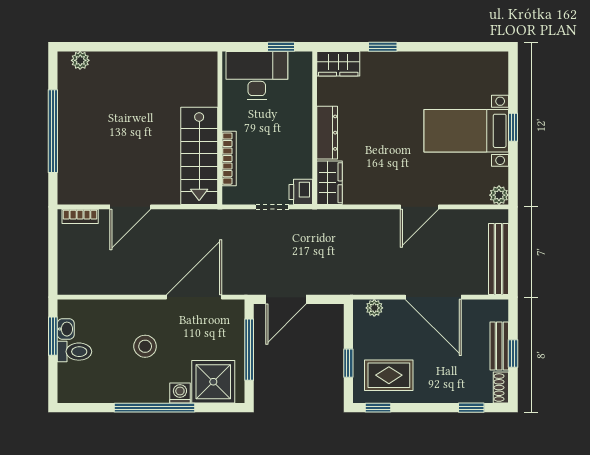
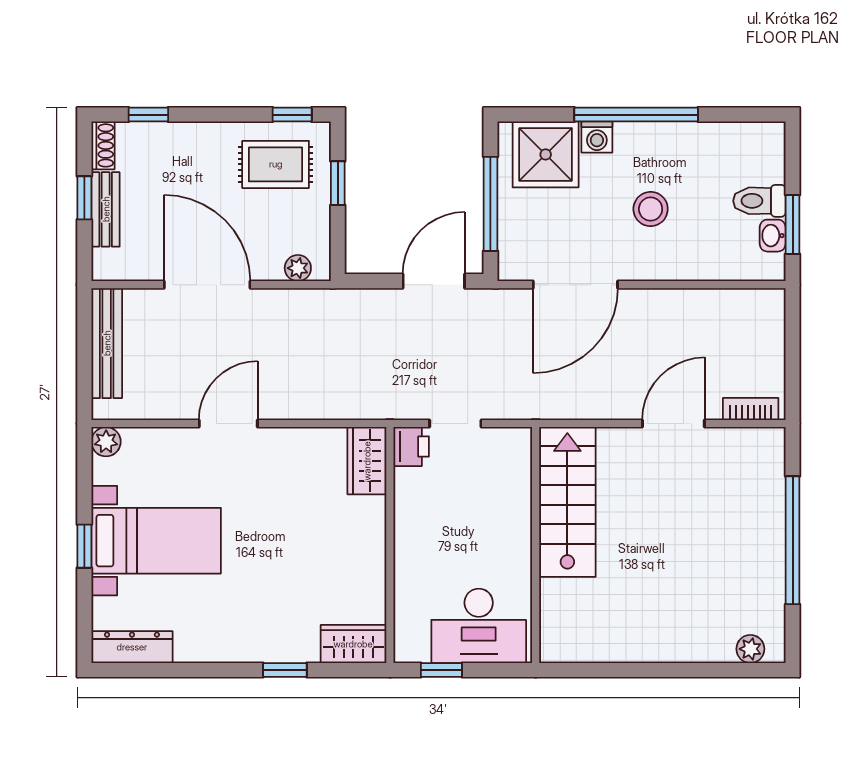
dresser: (327, 133) -> (132, 647), moved, turned 90
bookcase: (229, 159) -> (521, 498), removed

